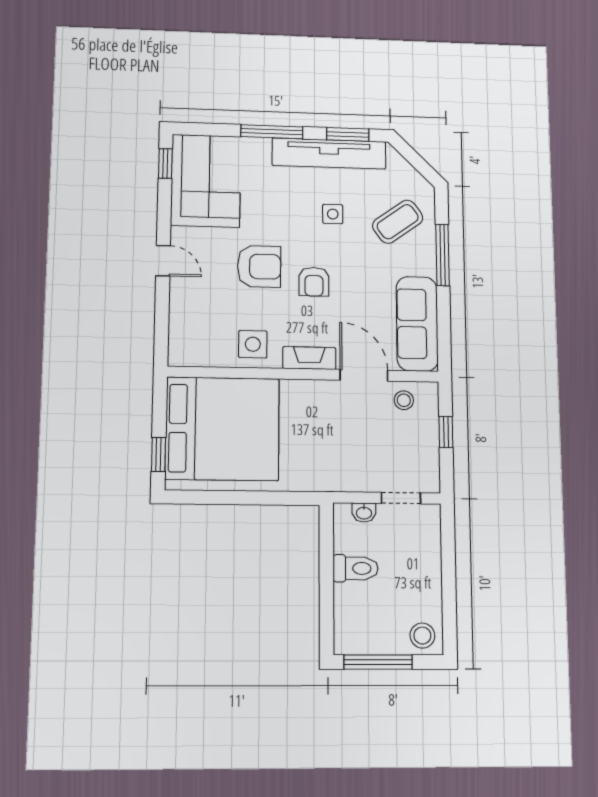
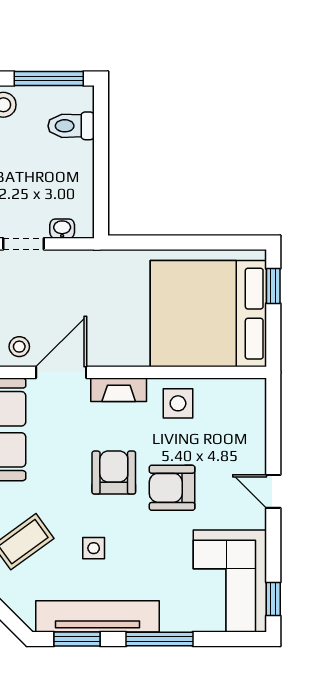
armchair: (314, 282) -> (114, 473), width x1.38, depth x1.38
door: (364, 375) -> (61, 372), swing flipped
toilet: (356, 568) -> (71, 126), moved

